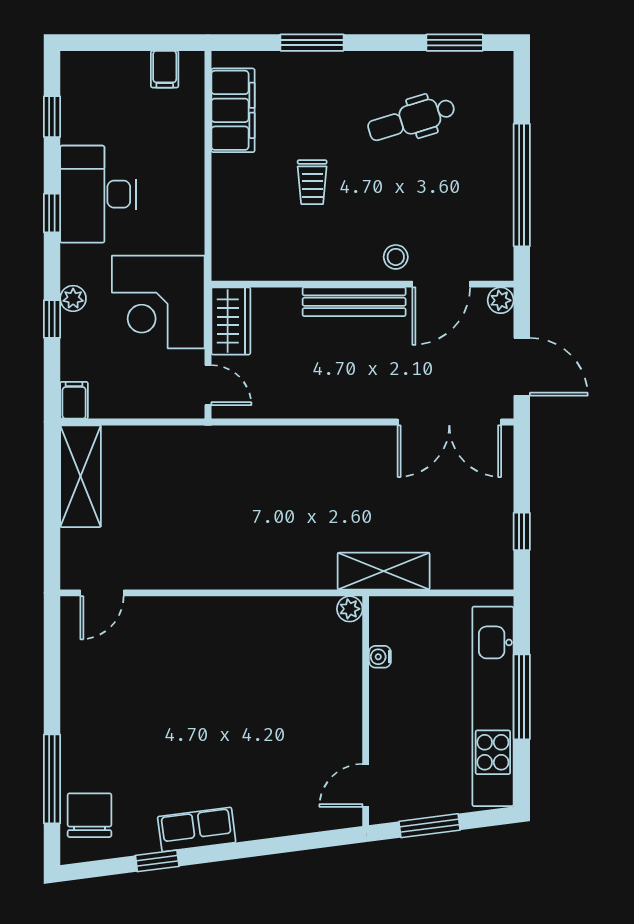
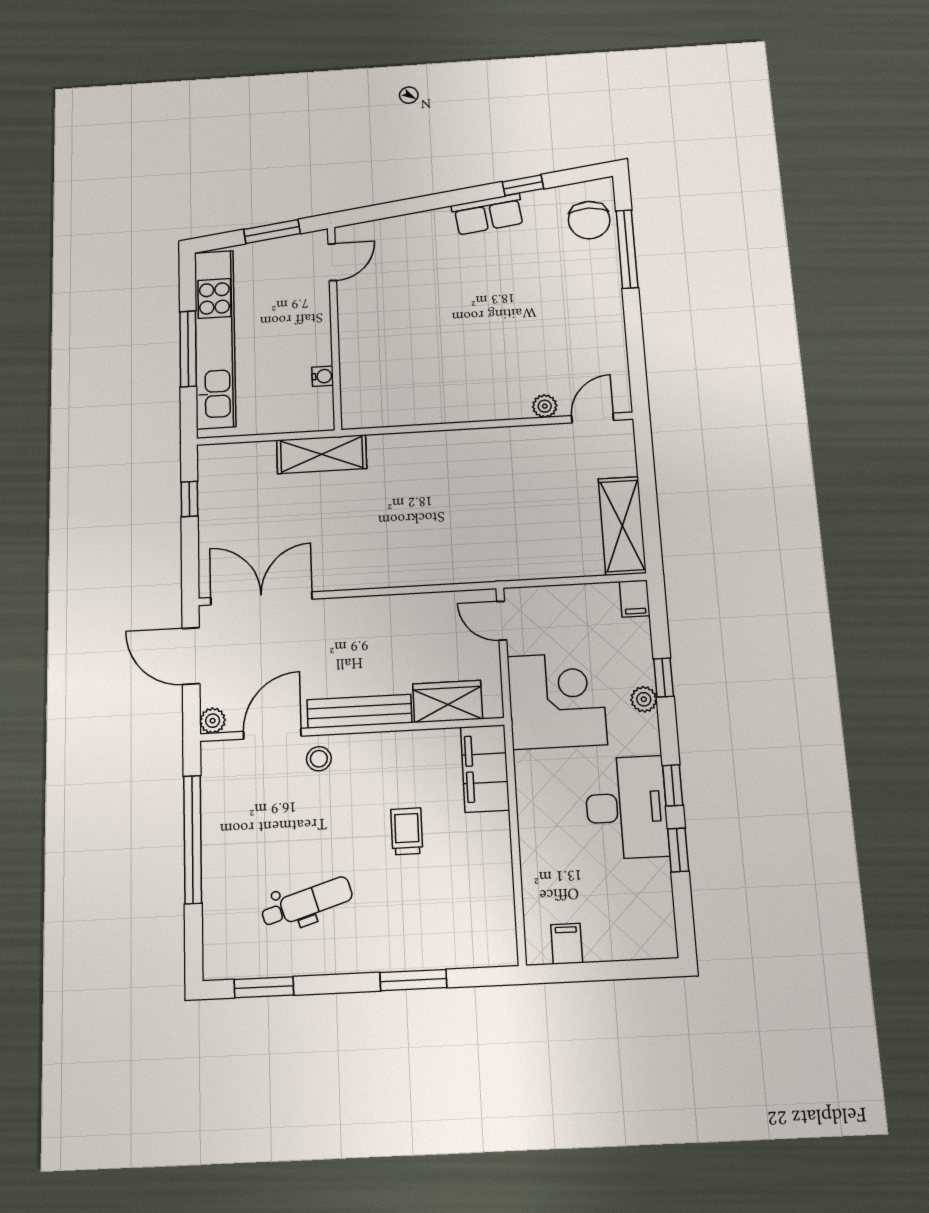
filing cabinet: (233, 110) -> (485, 768), moved
window: (52, 117) -> (678, 850), moved
wardrobe: (231, 321) -> (448, 701), moved, turned 90
plant: (350, 609) -> (545, 406), moved

